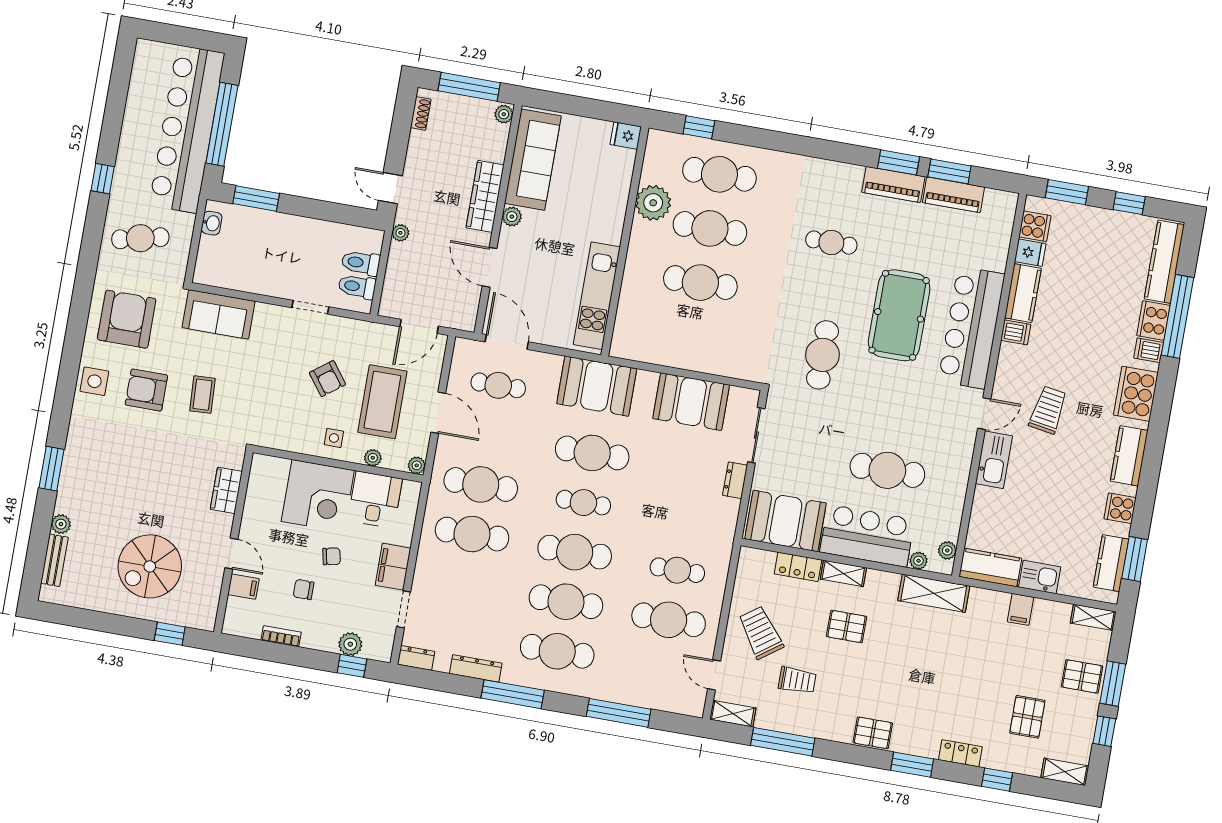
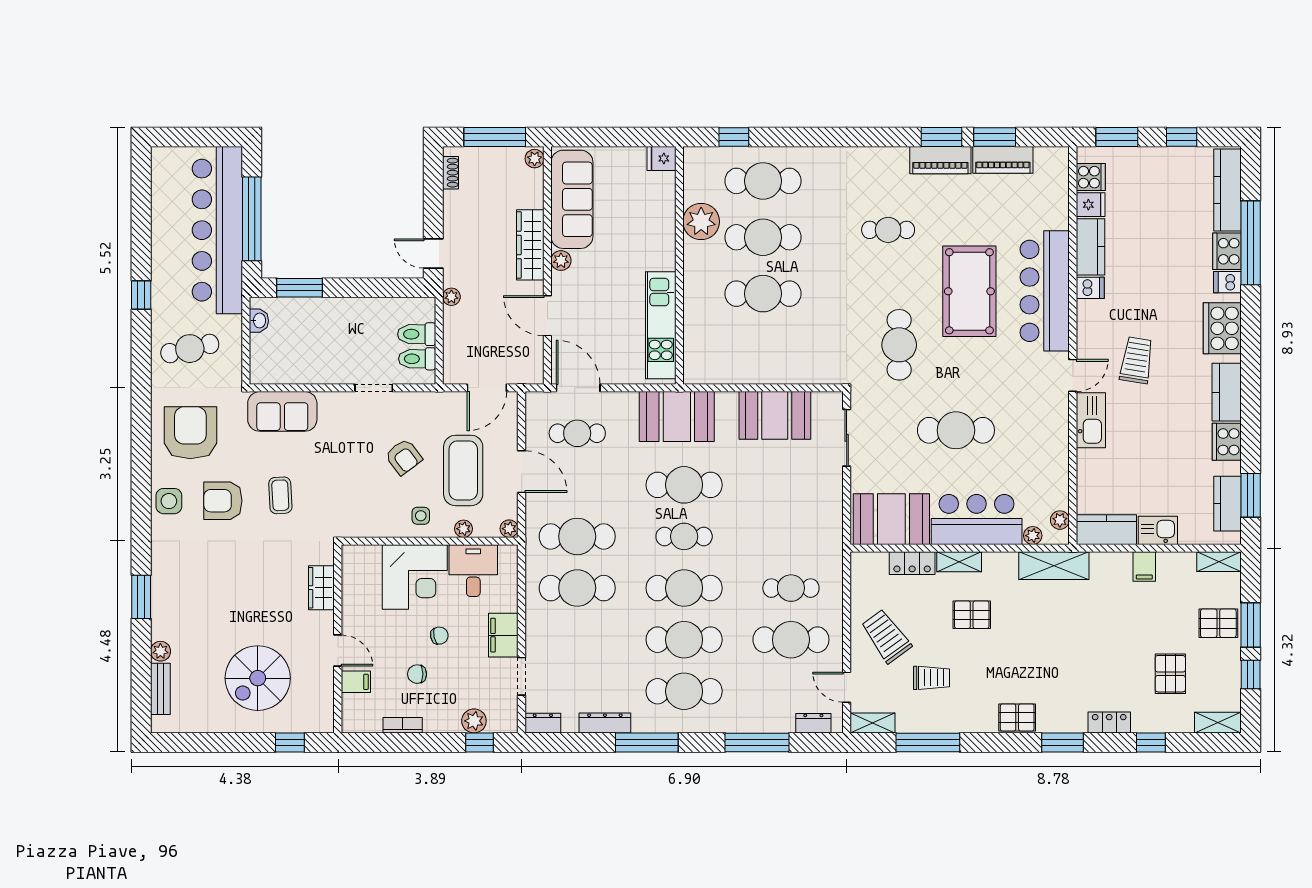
cafe table: (887, 470) -> (956, 430), moved
dresser: (735, 480) -> (813, 723), moved, turned 90
cooker: (1120, 508) -> (1227, 442), width x1.36

